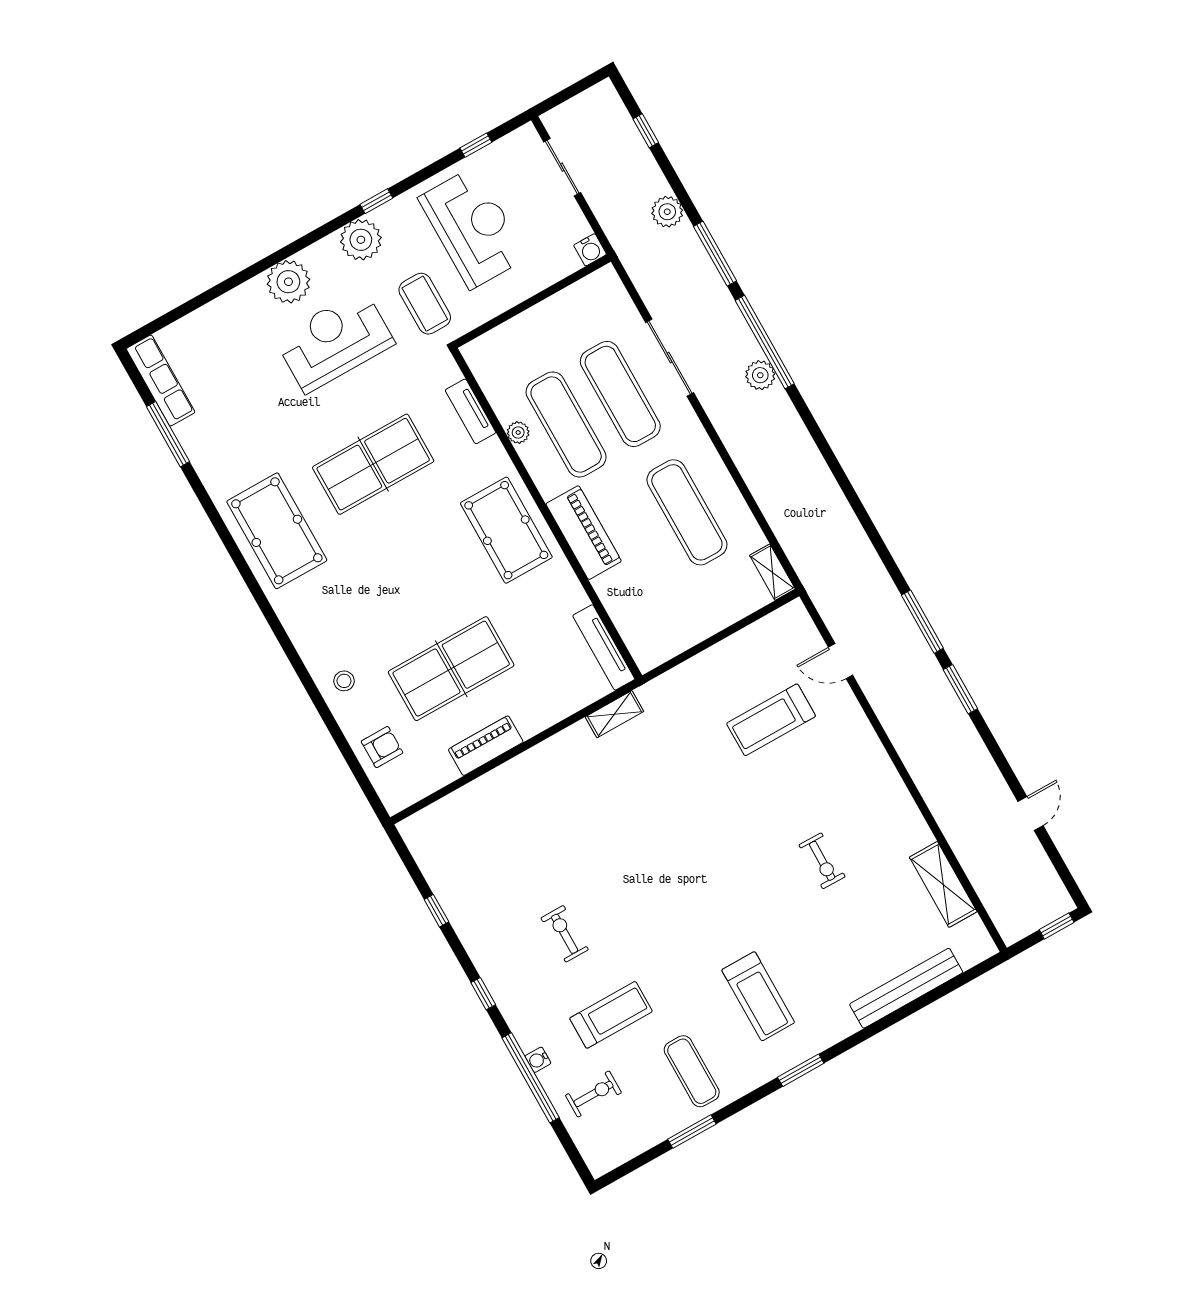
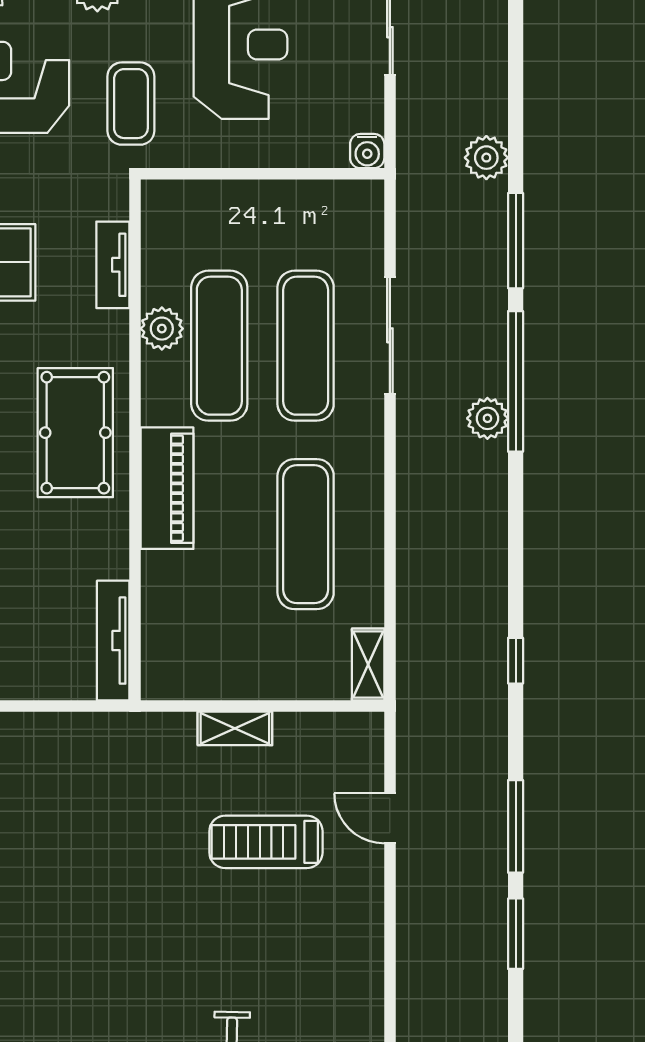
window: (646, 131) -> (516, 661), moved
plant: (518, 432) -> (162, 329), width x1.38, depth x1.38
shelving: (614, 714) -> (235, 728), moved

